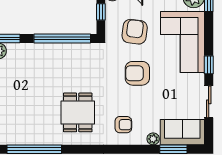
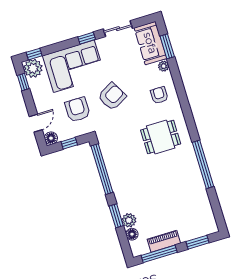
armchair: (135, 32) -> (77, 110), turned 83
armchair: (137, 73) -> (112, 96), turned -119

